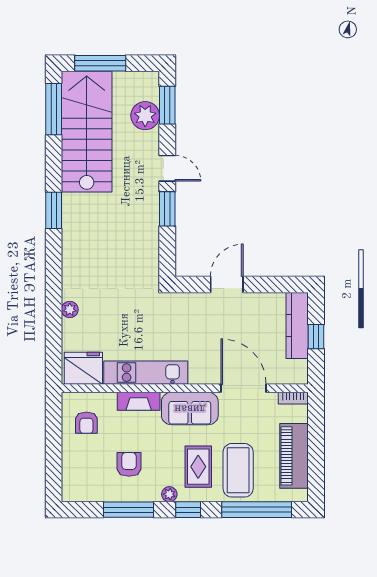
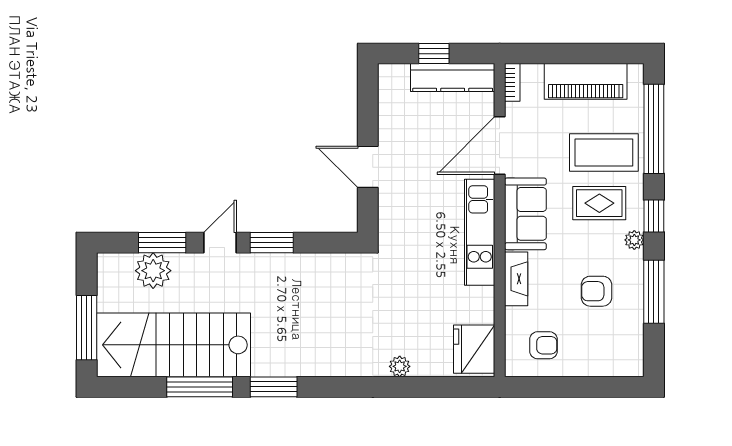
window: (167, 105) -> (162, 243), moved
window: (54, 109) -> (200, 387), moved
kitchen counter: (297, 325) -> (453, 78), moved
kitchen unit: (146, 373) -> (480, 232), moved

